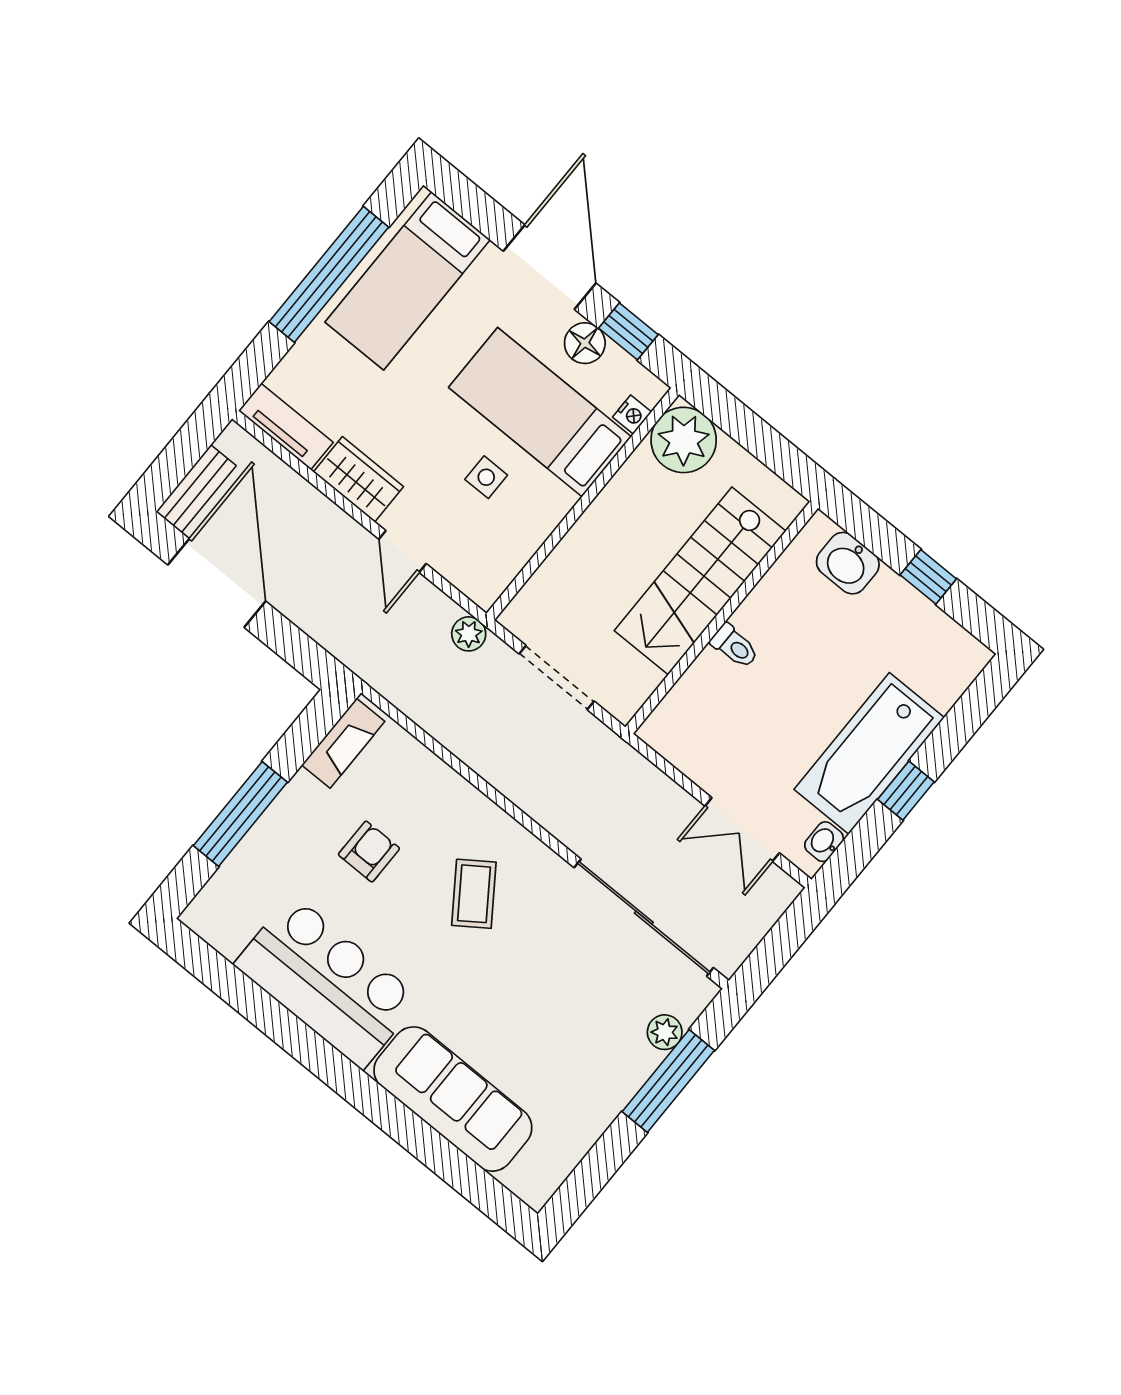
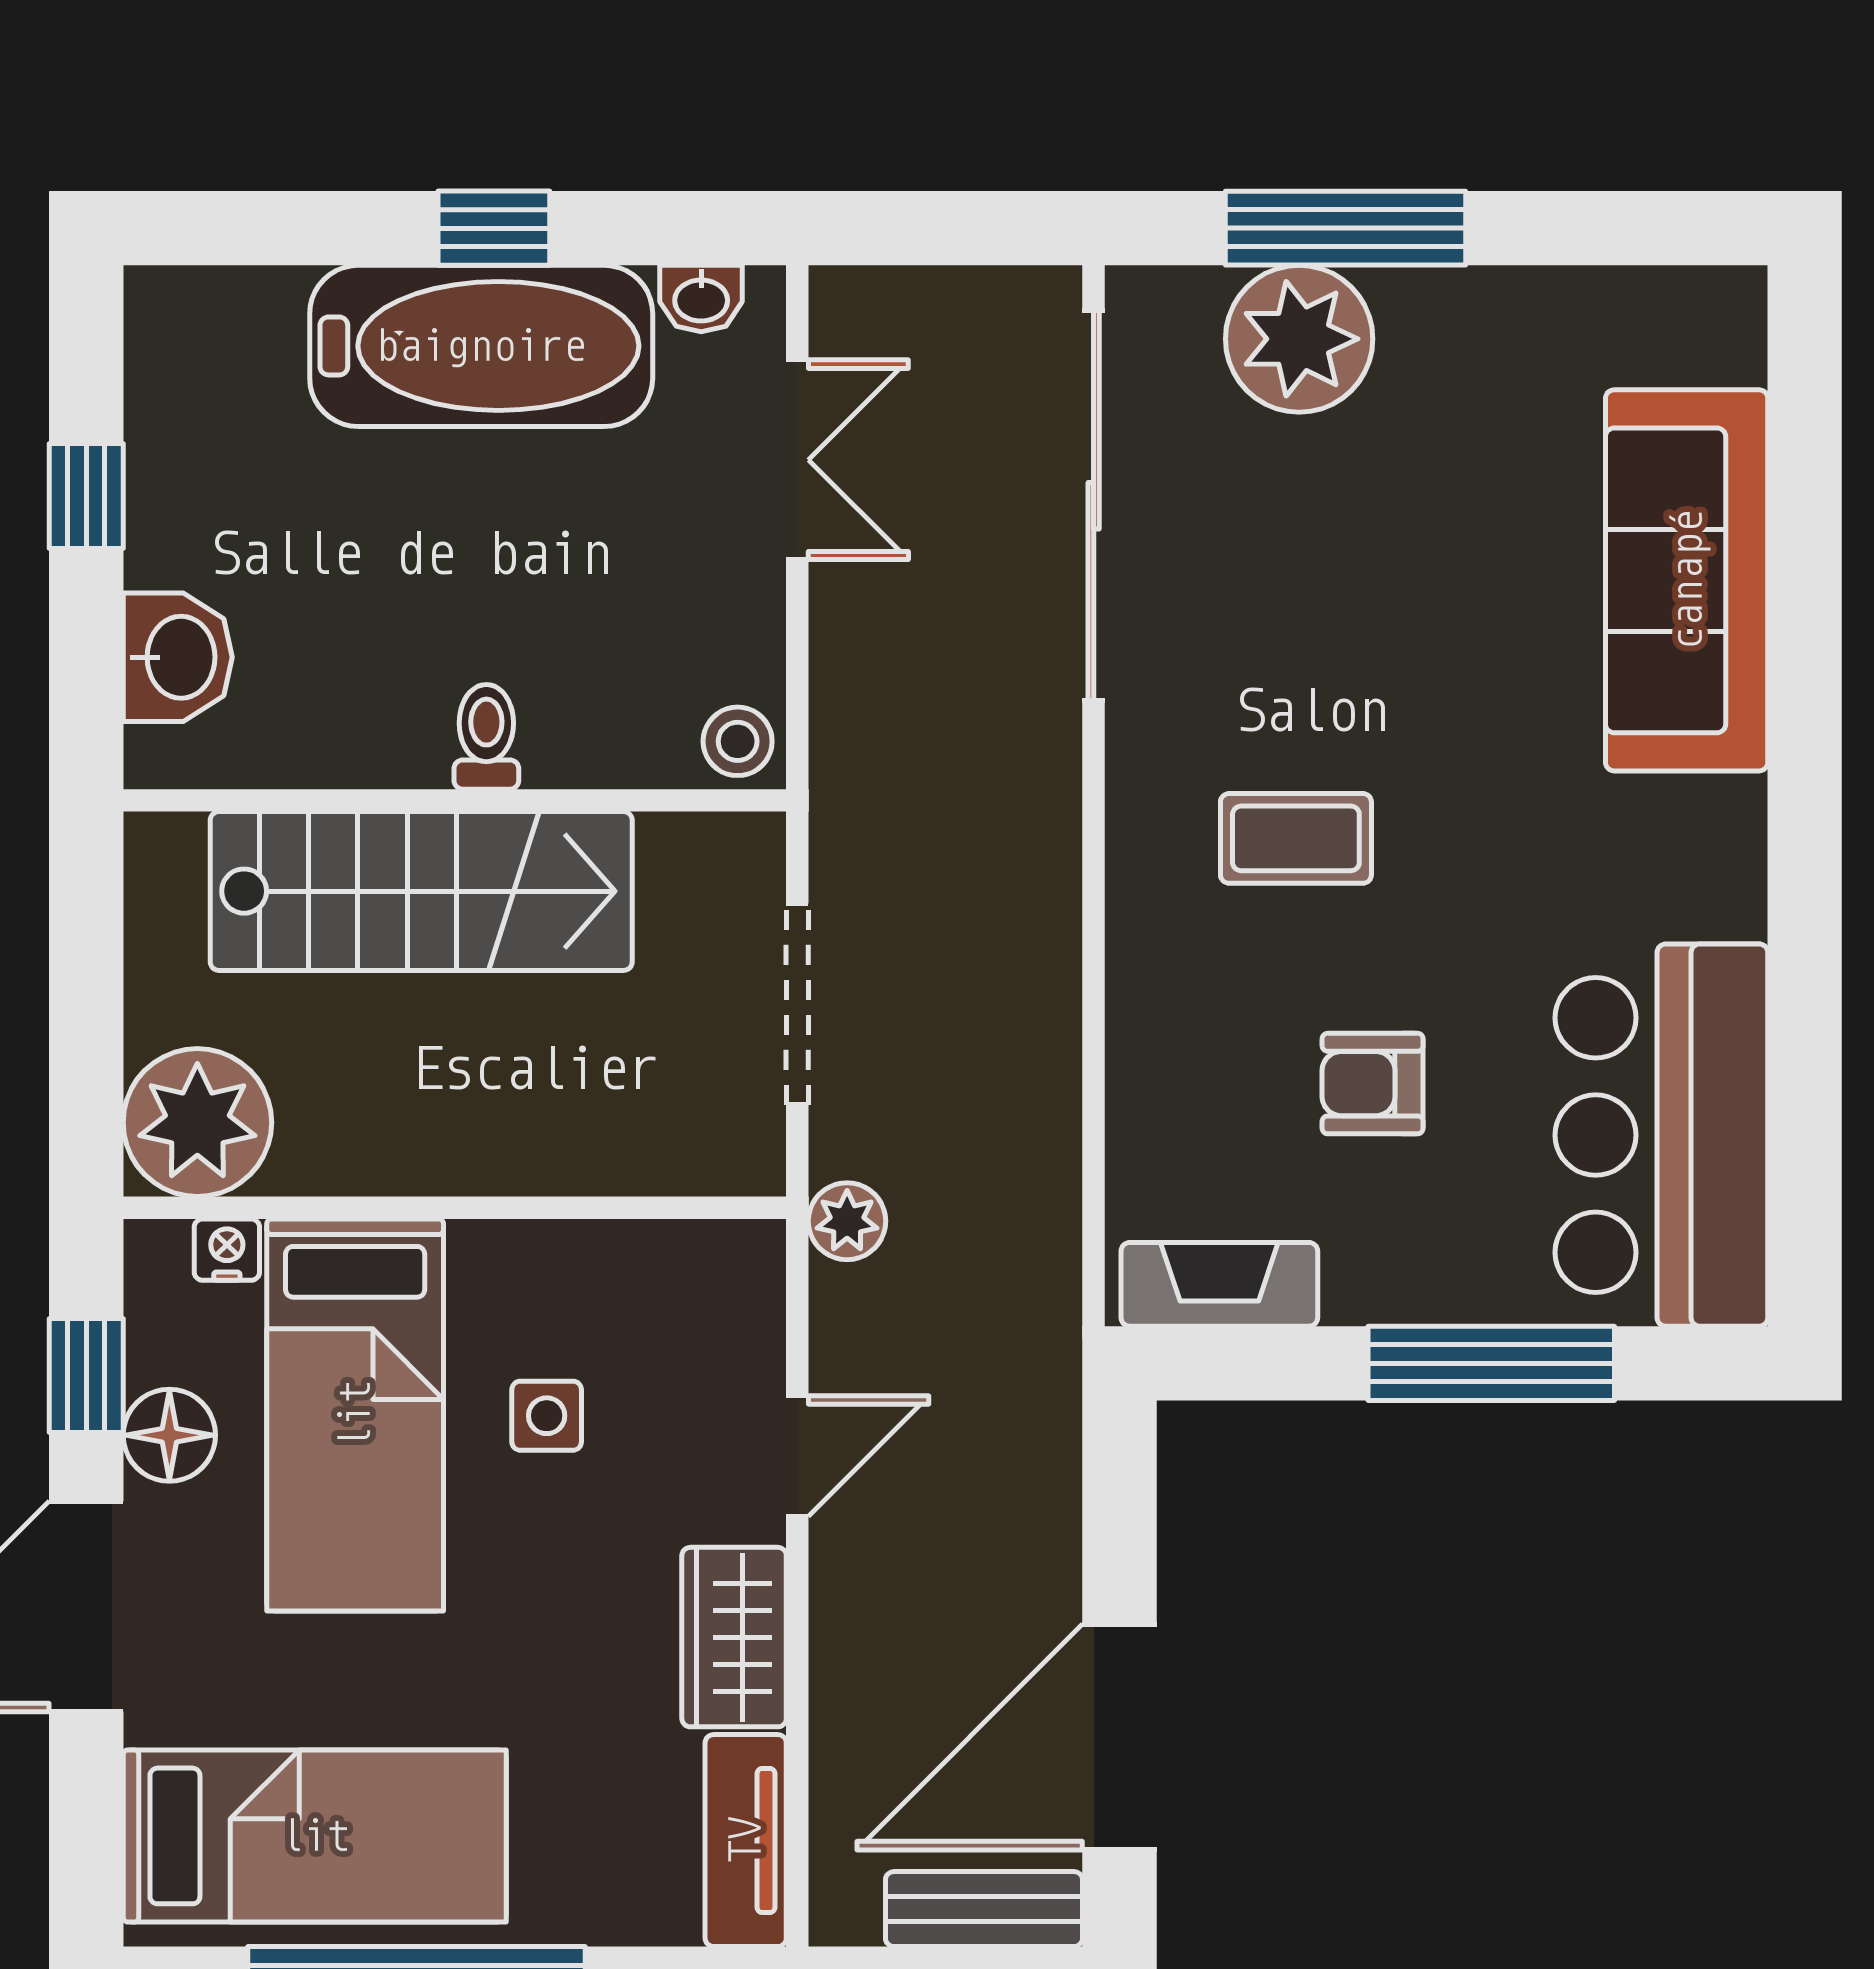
stool: (663, 730) -> (738, 741), added
coffee table: (474, 894) -> (1296, 838), turned 35
bar counter: (327, 982) -> (1661, 1135), moved
plant: (665, 1032) -> (1299, 339), width x1.87, depth x1.87

